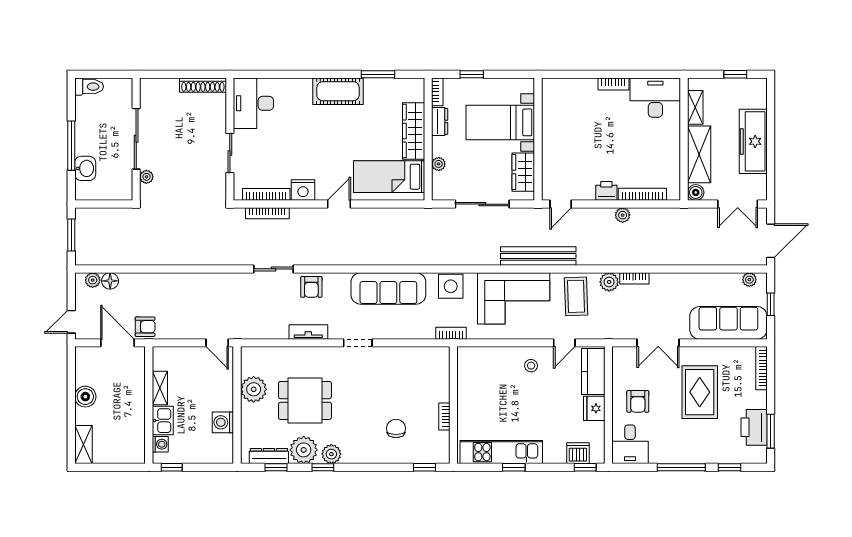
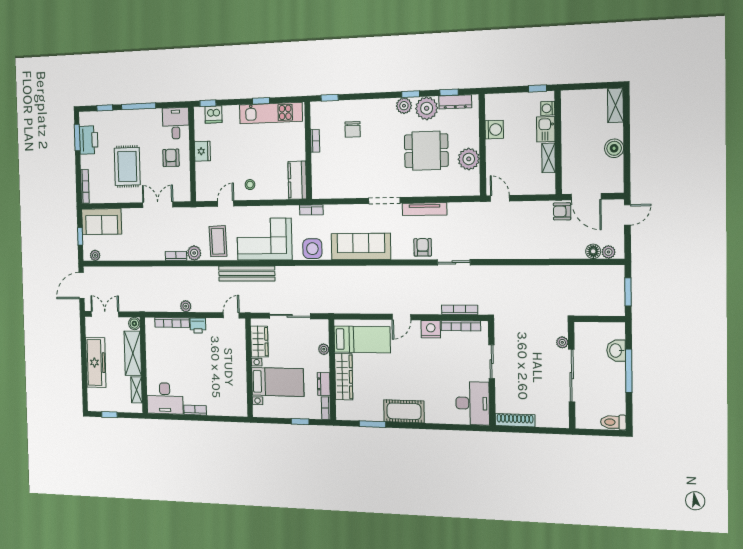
sofa: (728, 323) -> (102, 222), width x0.73
tv unit: (308, 332) -> (424, 209), width x1.41
doorway: (358, 343) -> (384, 201), width x1.38
kitchen counter: (593, 372) -> (297, 180), moved, turned 180

